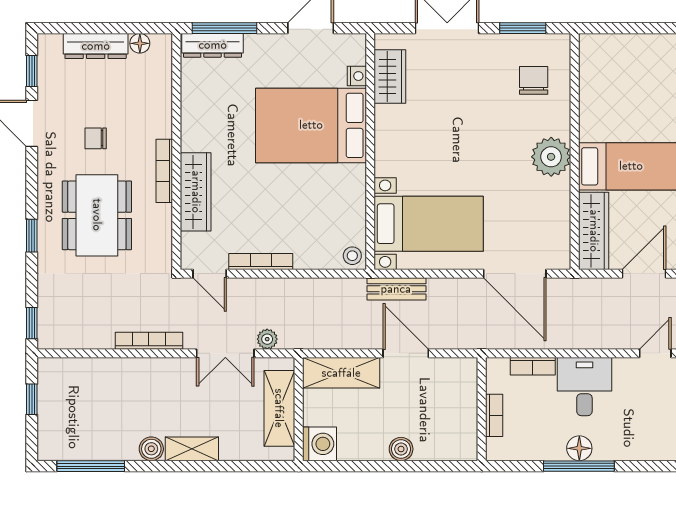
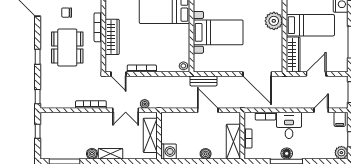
bed with nightstands: (429, 224) -> (218, 32), moved
shelving: (341, 373) -> (233, 142), moved, turned 90

